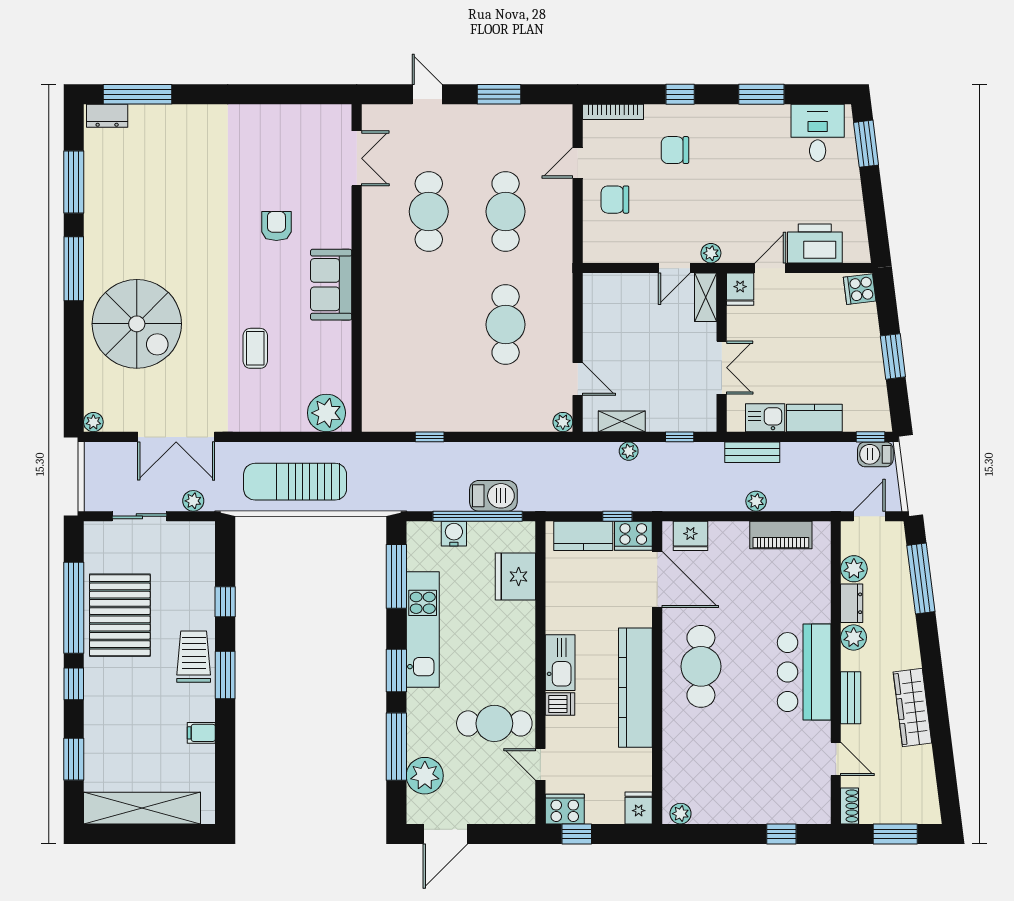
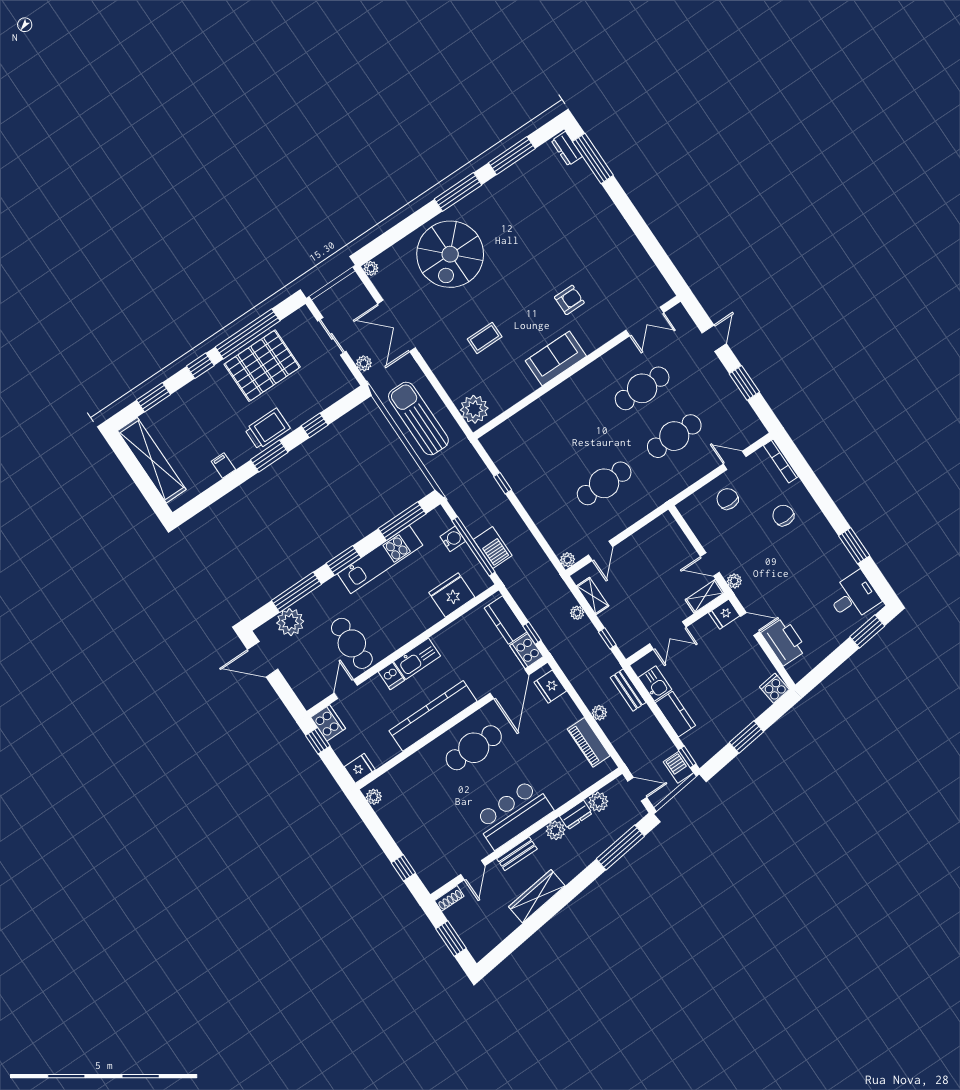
window: (680, 94) -> (820, 495), removed

